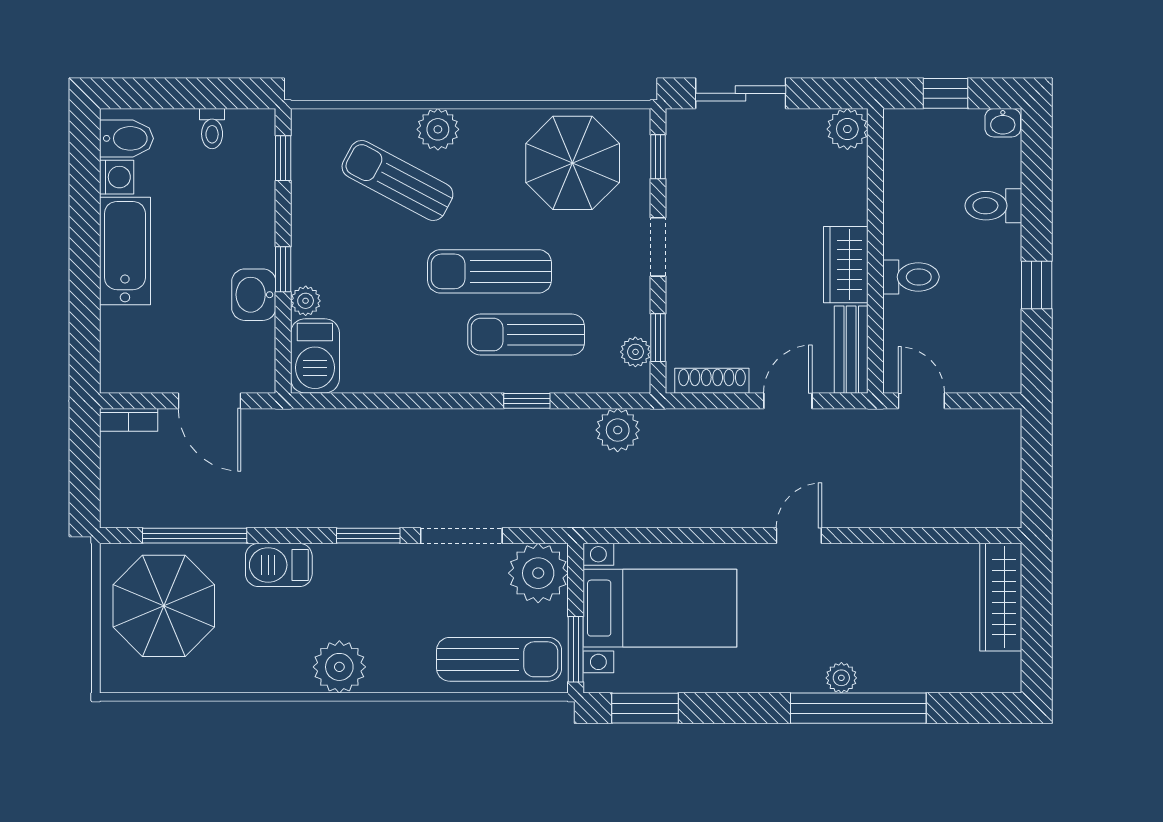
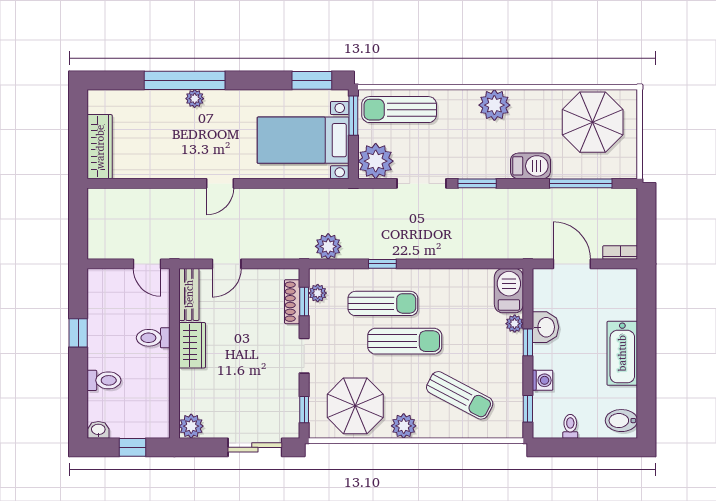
plant: (438, 129) -> (404, 426), moved
washing machine: (117, 177) -> (543, 380), moved, turned 180
shoe rack: (712, 381) -> (292, 302), moved, turned 90
parasol: (164, 606) -> (593, 122), moved

